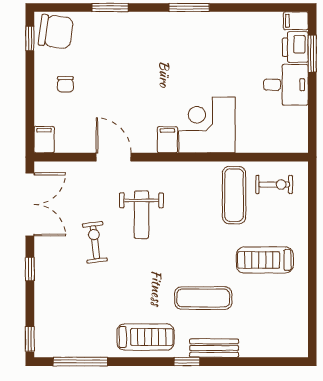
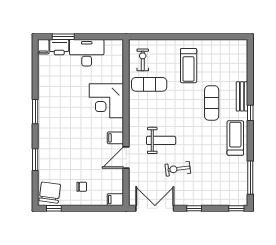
desk: (286, 85) -> (87, 53), width x1.37
filing cabinet: (167, 140) -> (115, 138), moved

